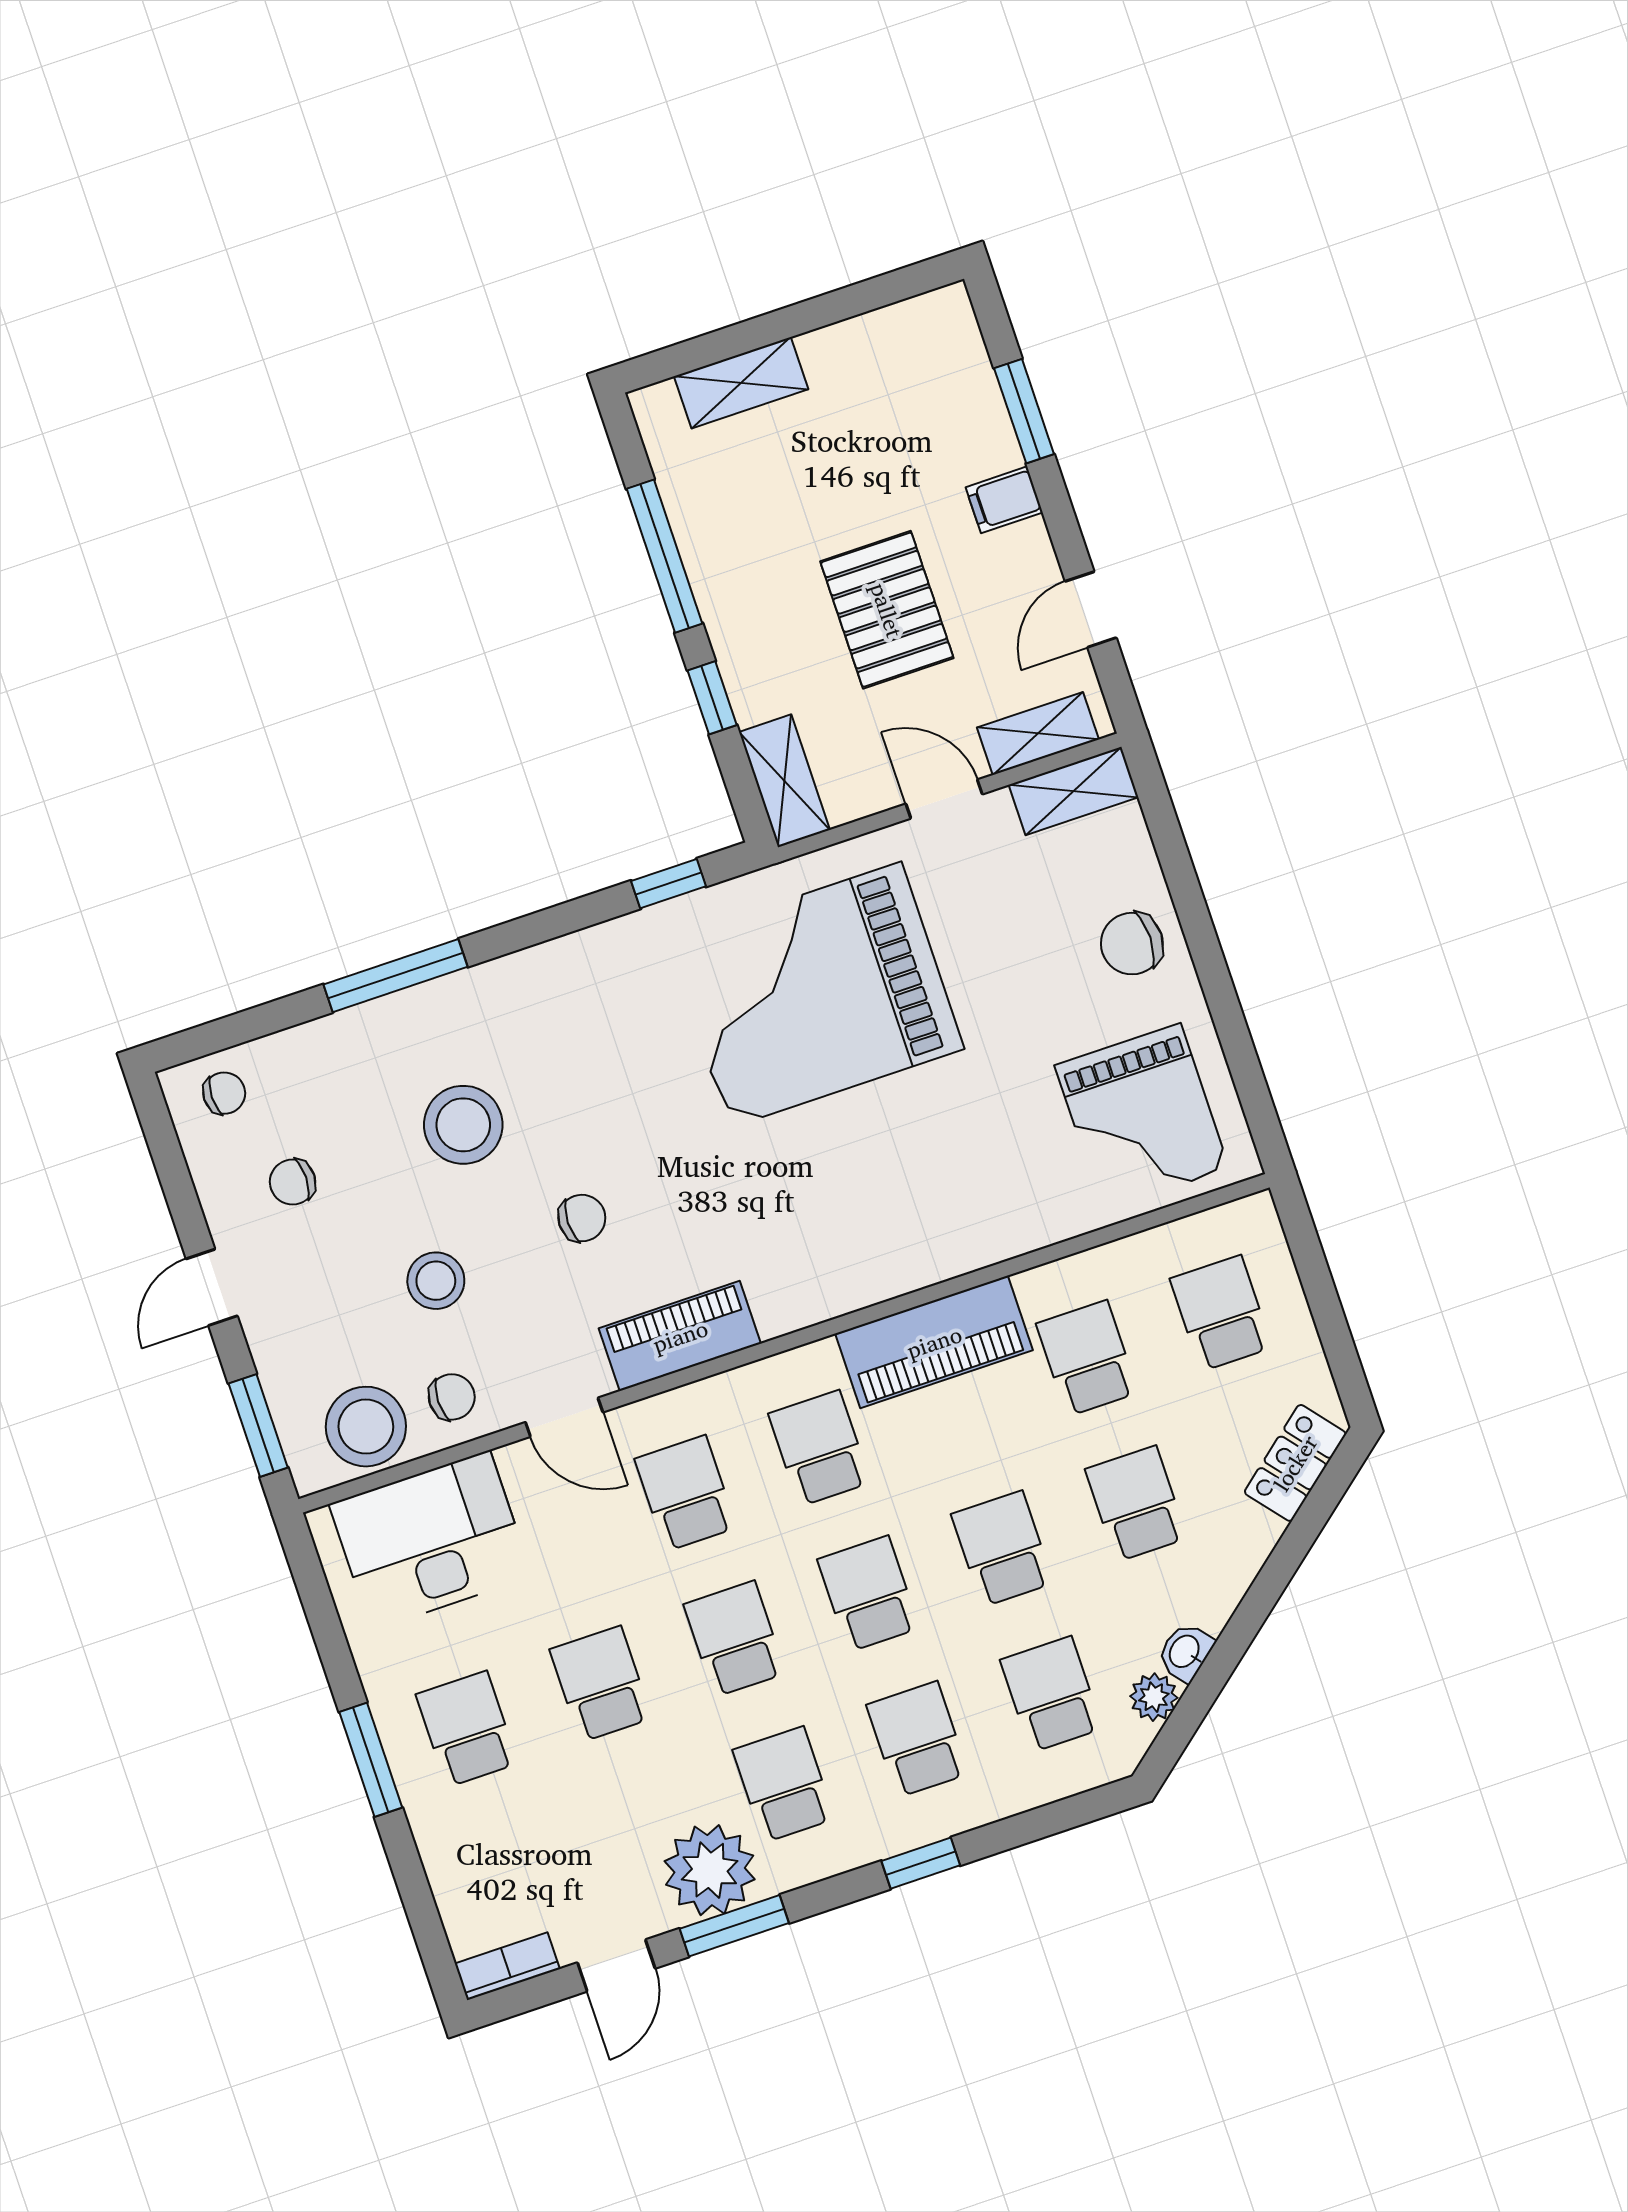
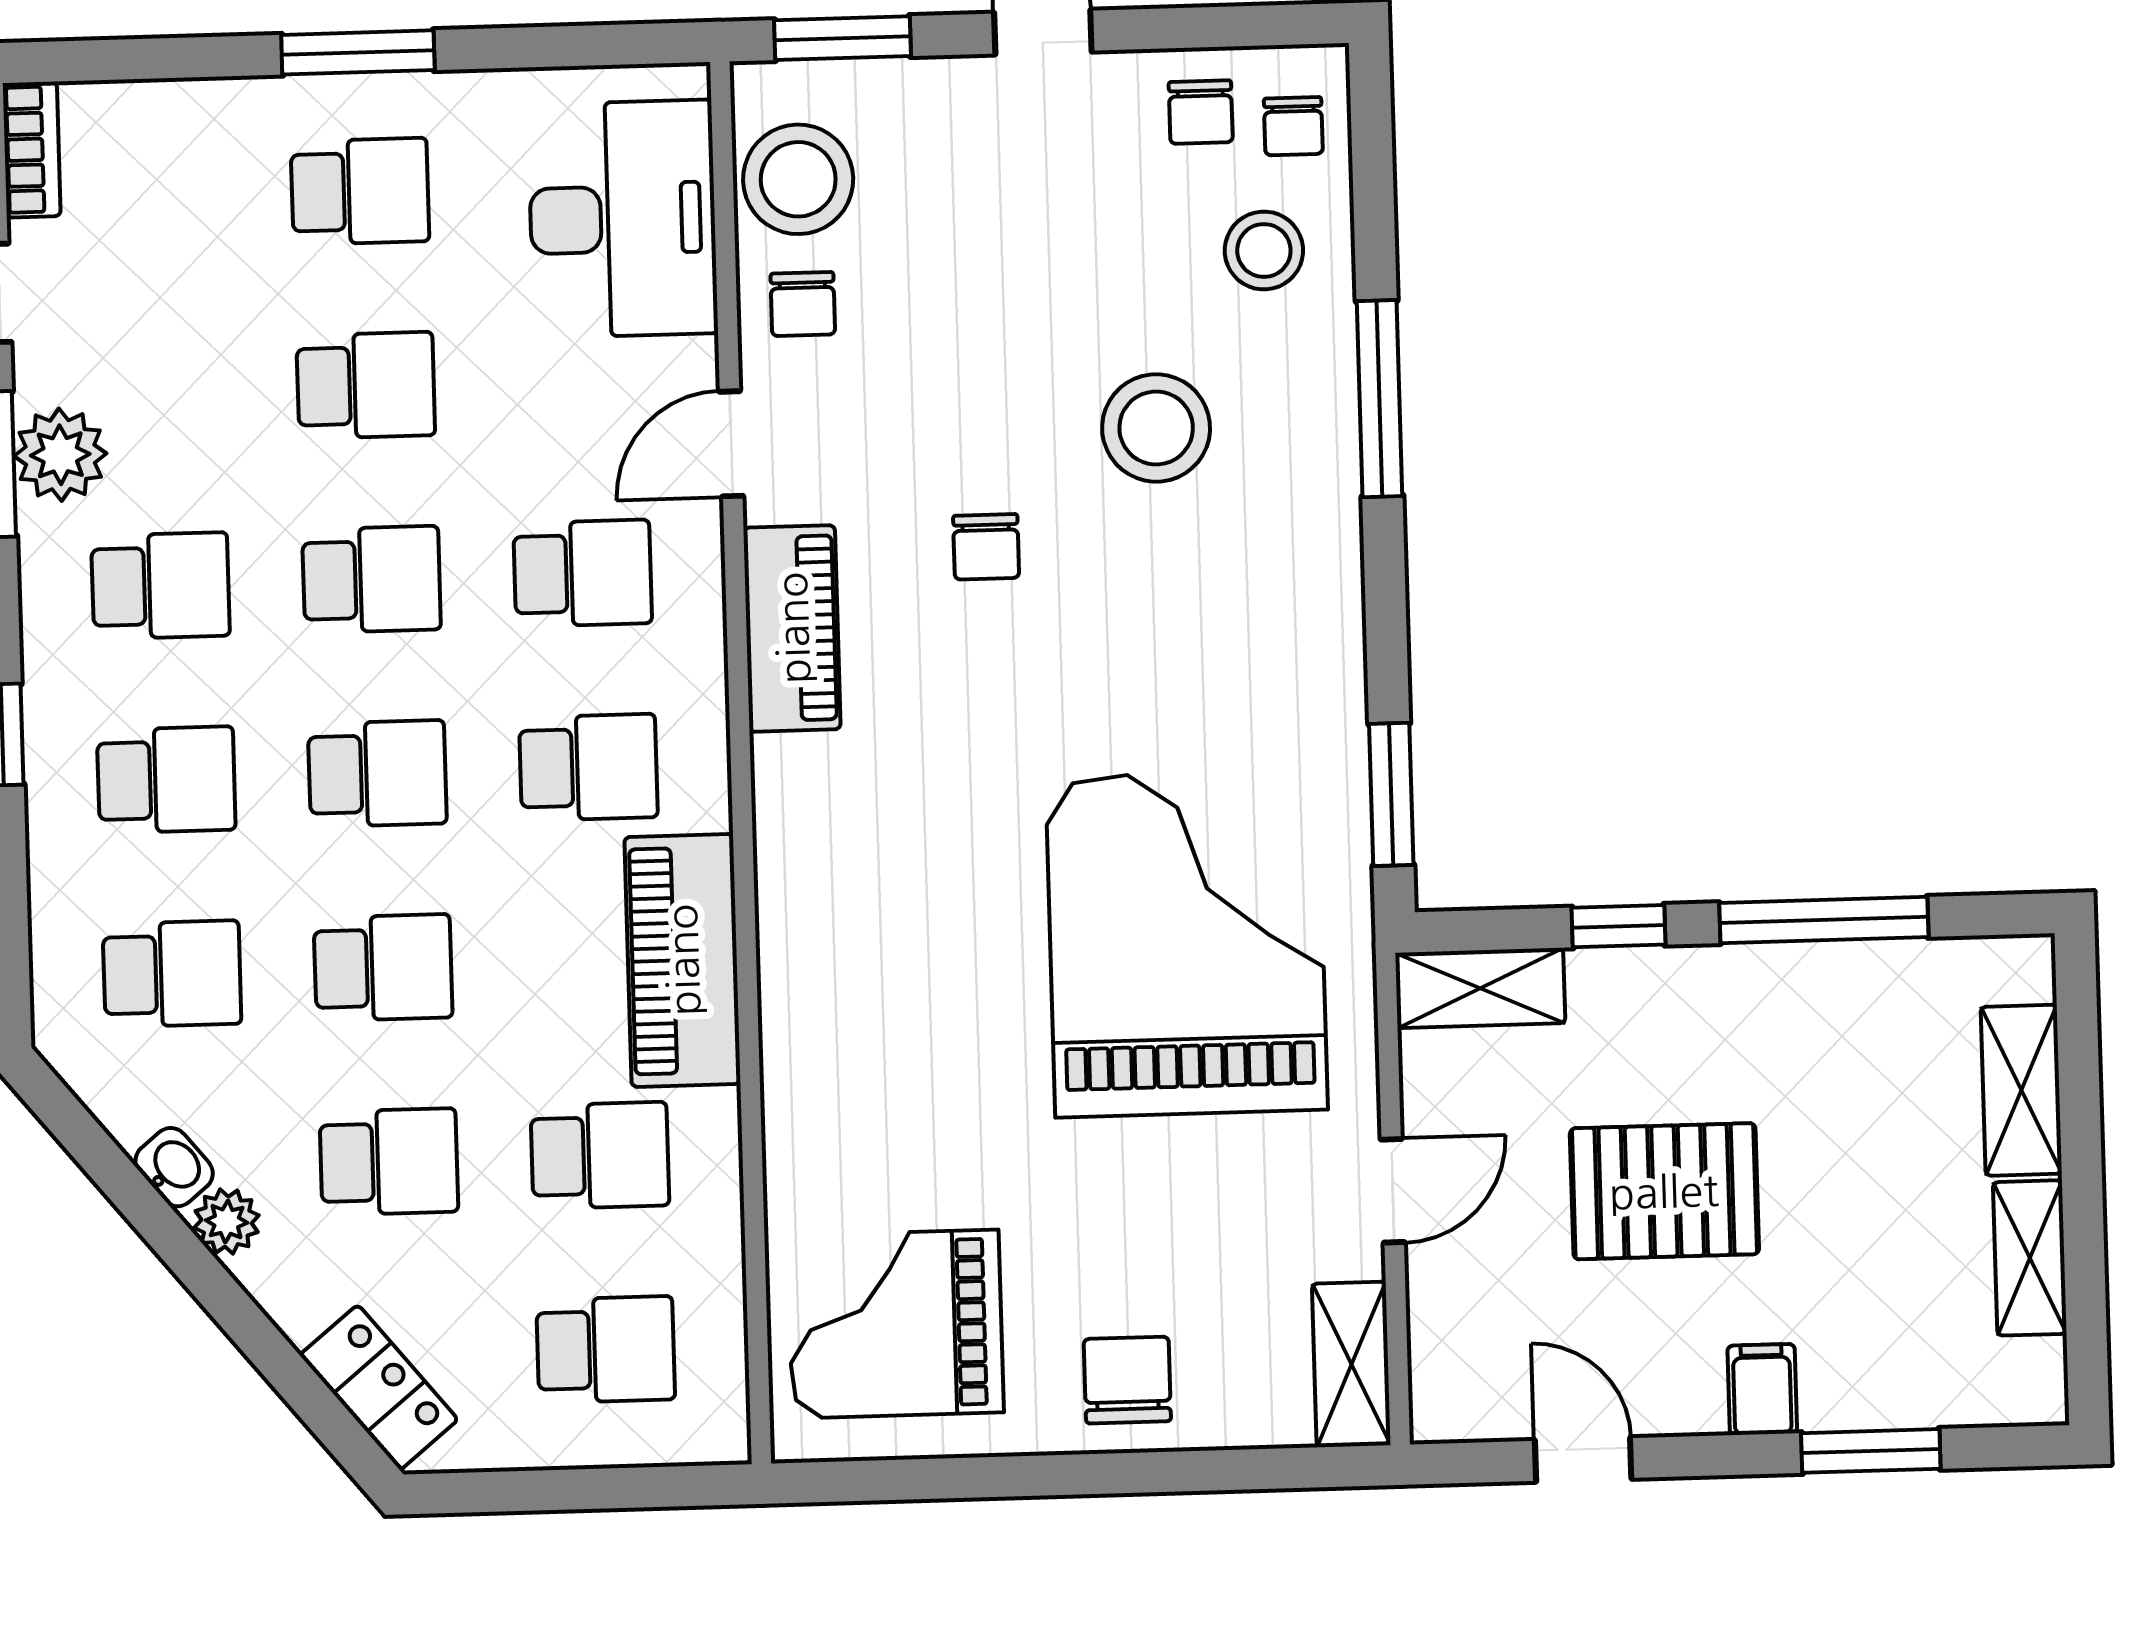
shelving: (1038, 733) -> (2030, 1258), moved
window: (669, 884) -> (1391, 794), width x1.50
chair: (293, 1182) -> (1201, 112), moved, turned 180
stool: (436, 1281) -> (1264, 250), moved
plant: (1154, 1697) -> (227, 1222), moved
plant: (710, 1870) -> (60, 455), width x0.73, depth x0.73

